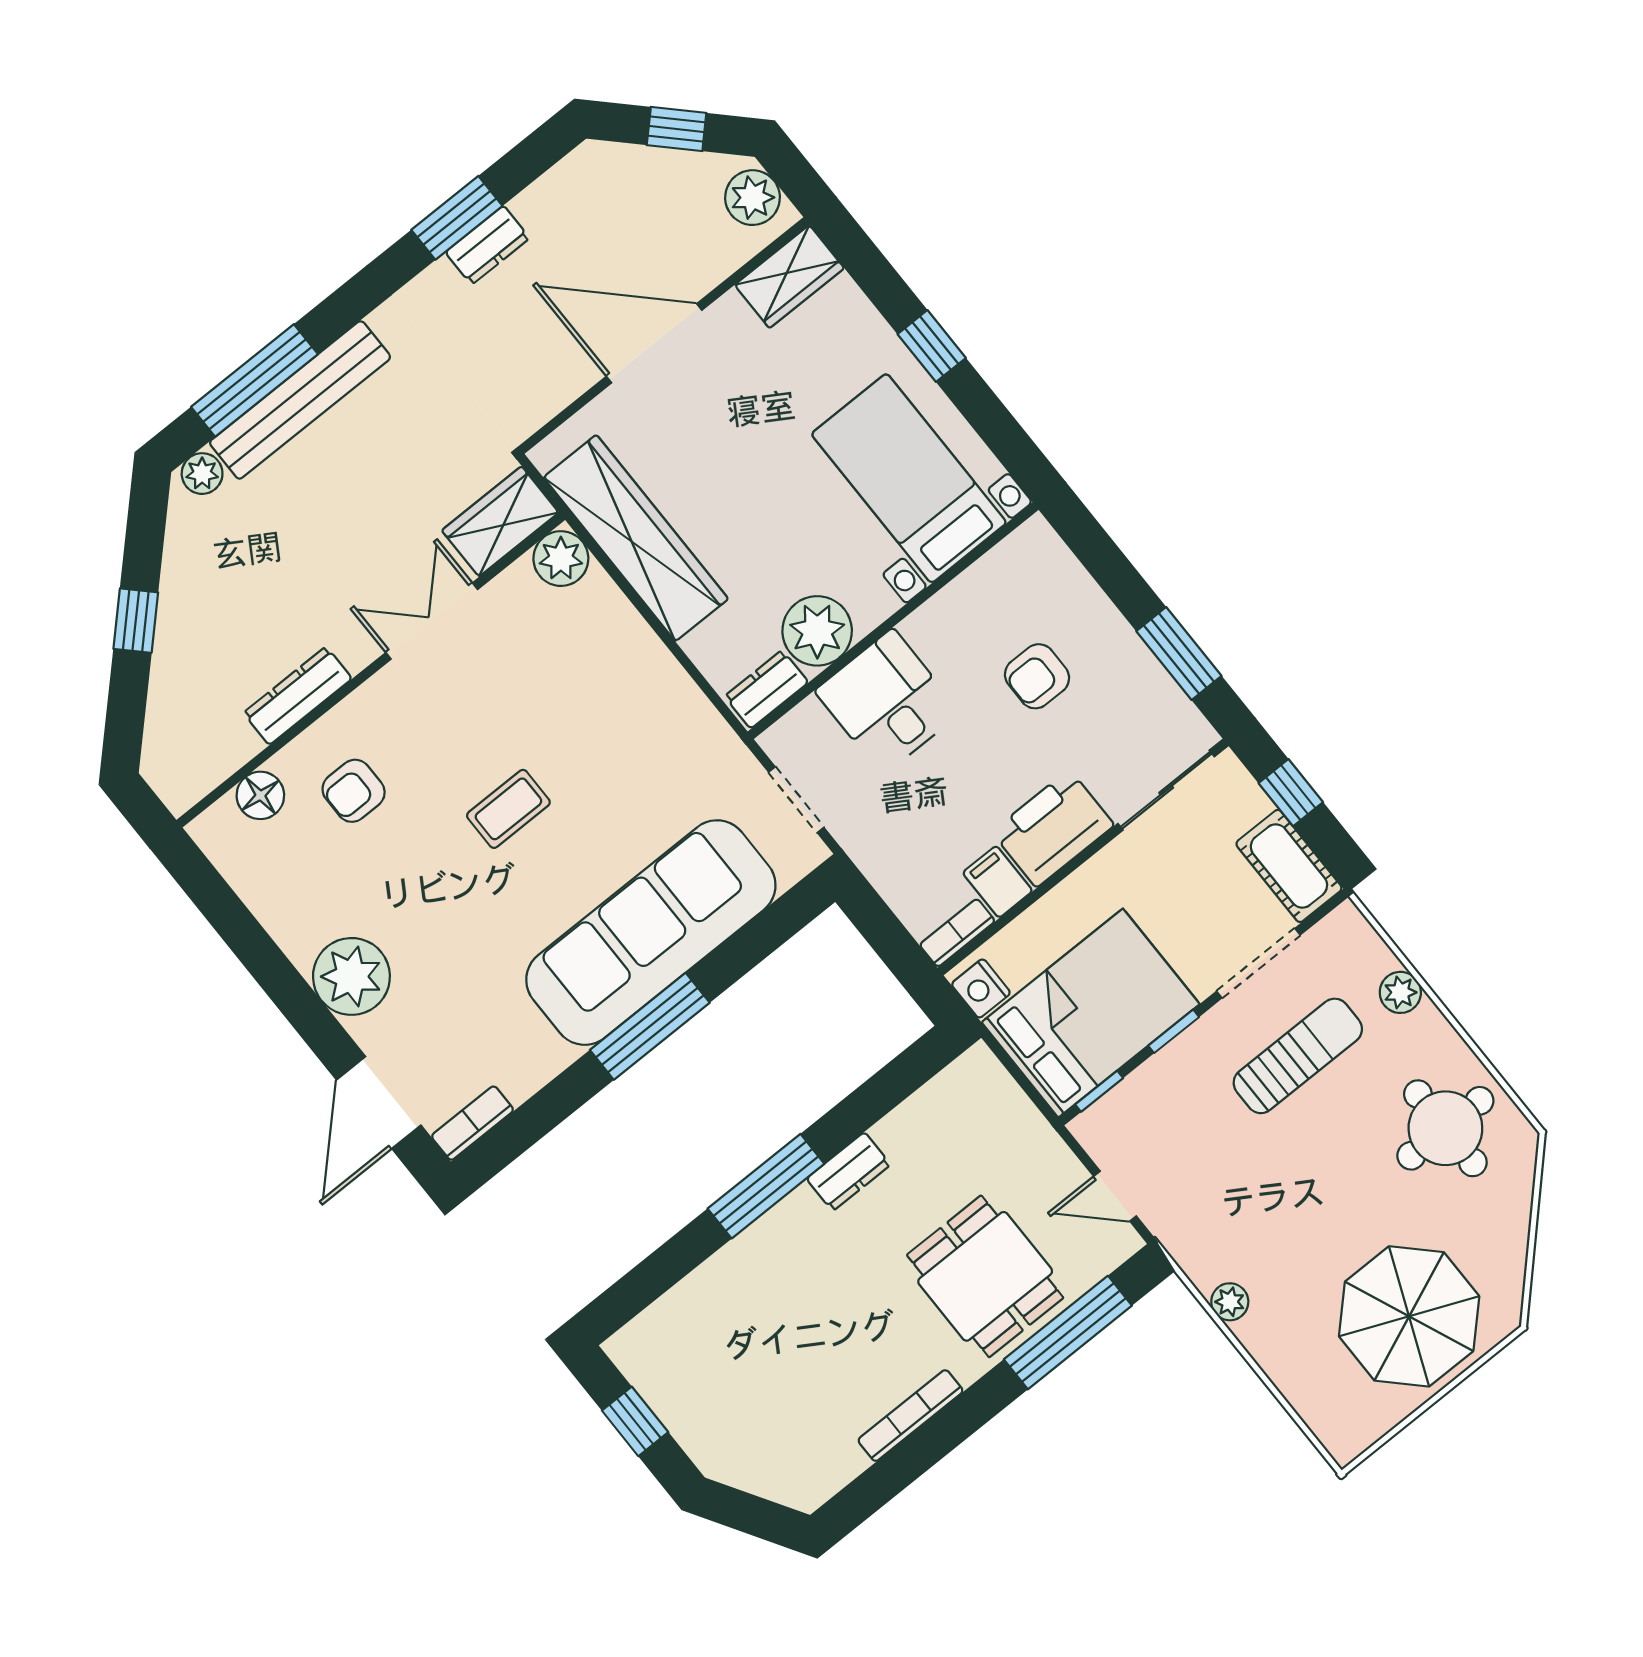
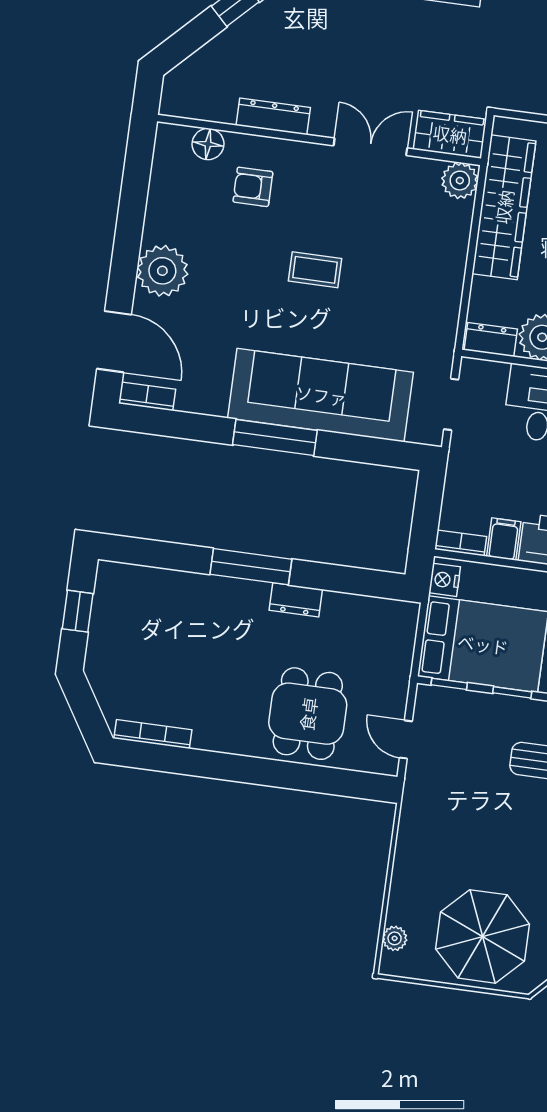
door: (379, 1102) -> (114, 342), swing flipped
plant: (1230, 1302) -> (395, 938), moved
window: (1068, 1333) -> (318, 779), removed
bookcase: (911, 1416) -> (153, 734), moved

